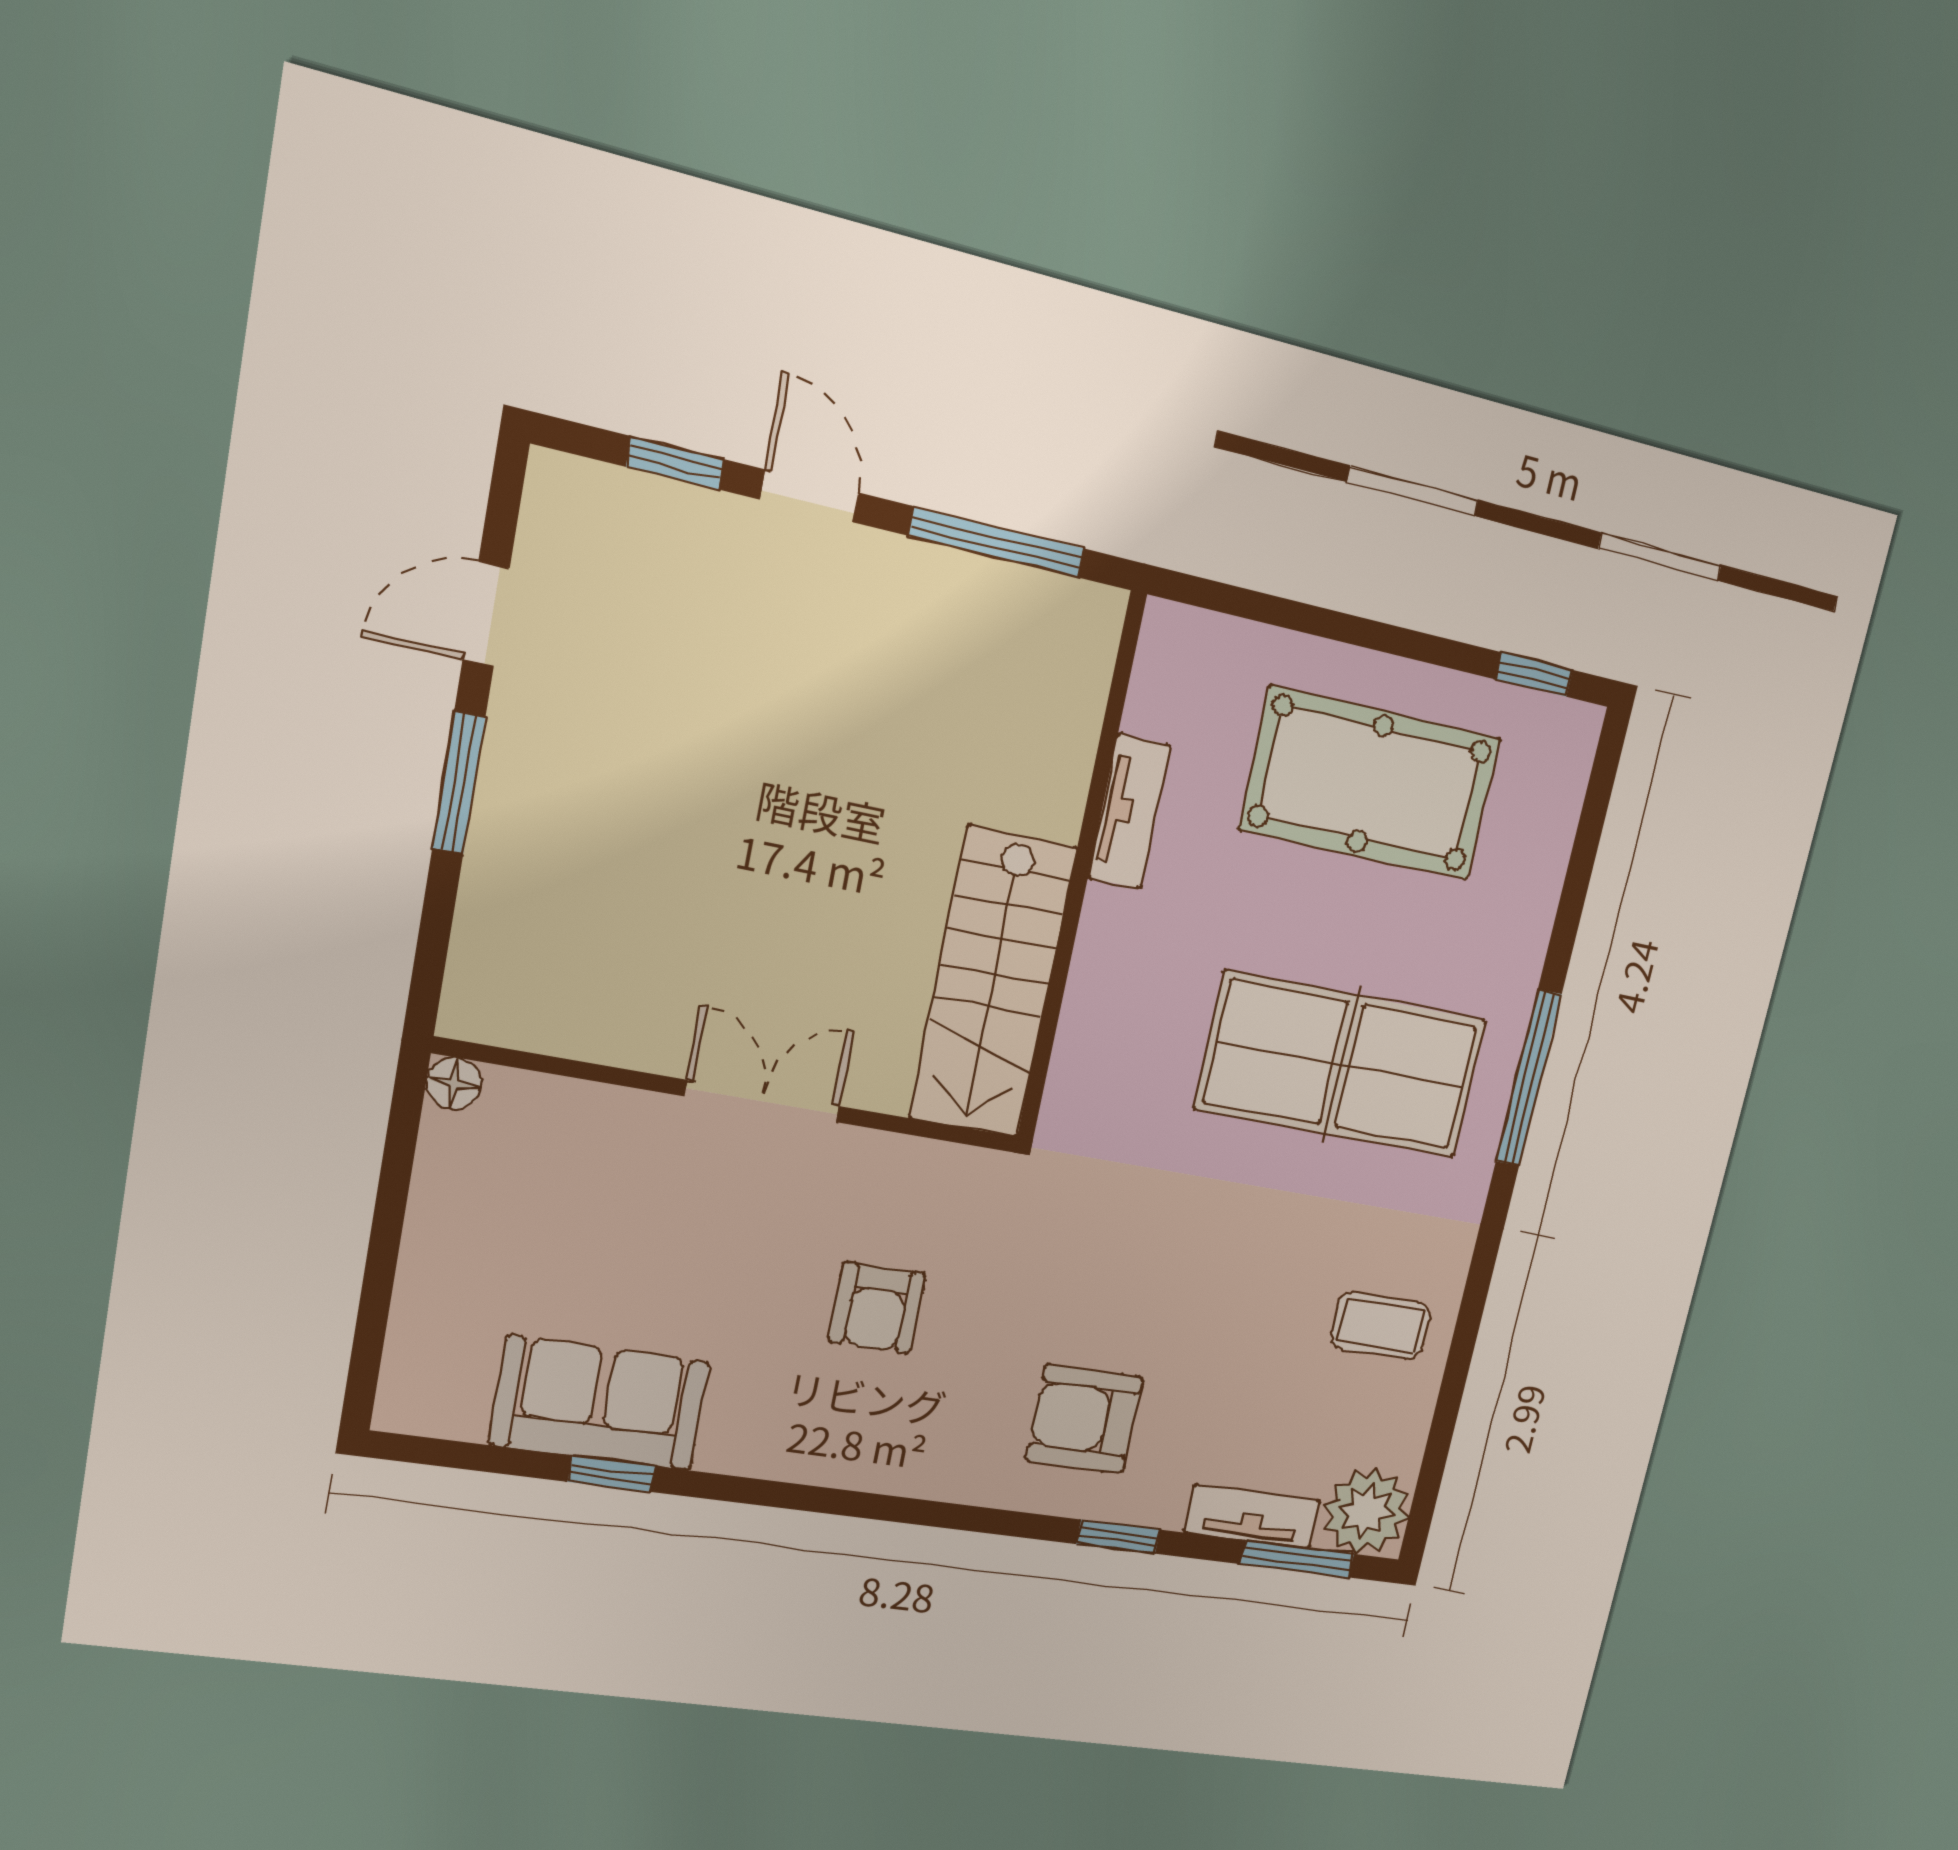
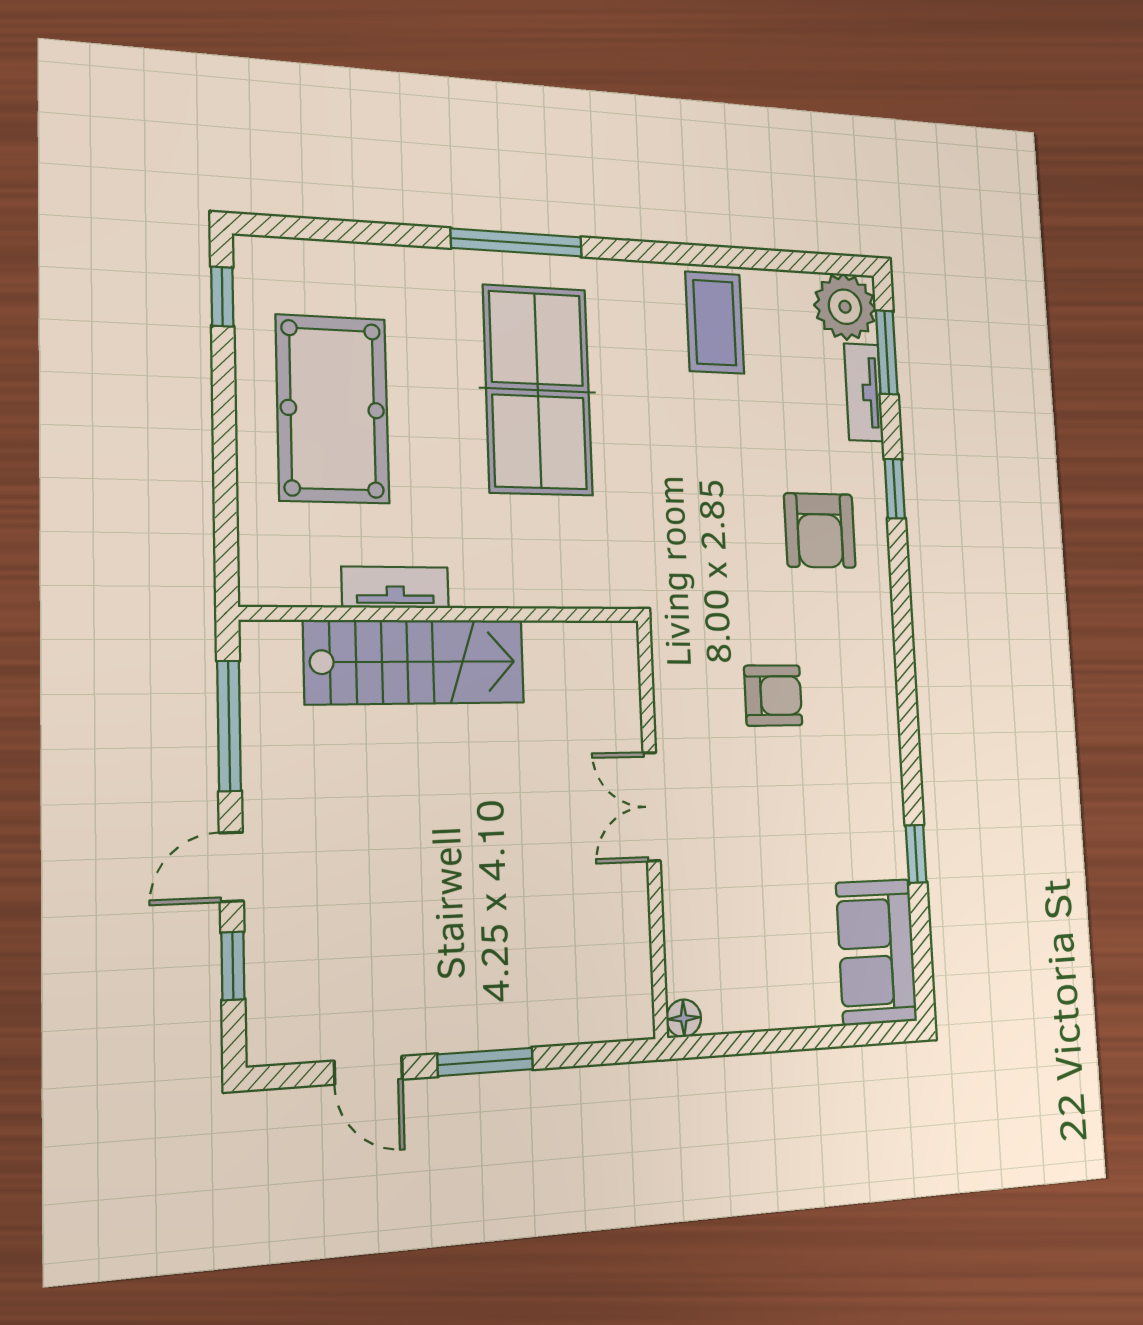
stairs: (993, 983) -> (415, 662), moved
coffee table: (1380, 1326) -> (715, 323), width x1.36, depth x1.30
sofa: (600, 1403) -> (876, 952), moved

